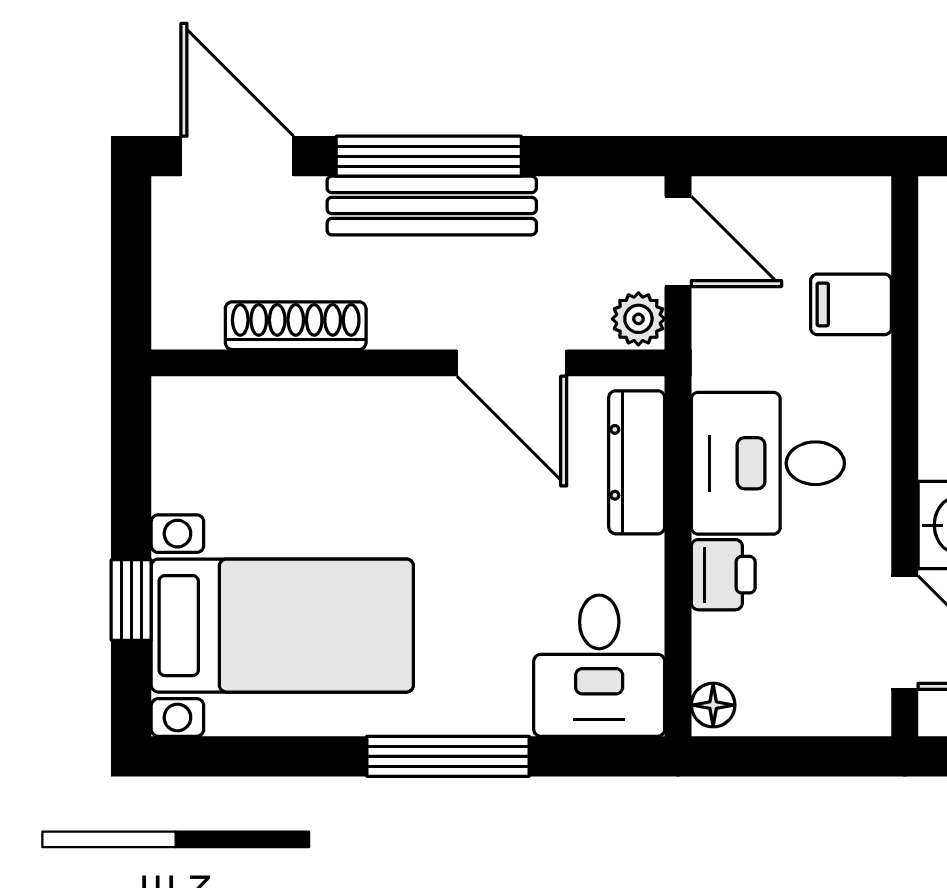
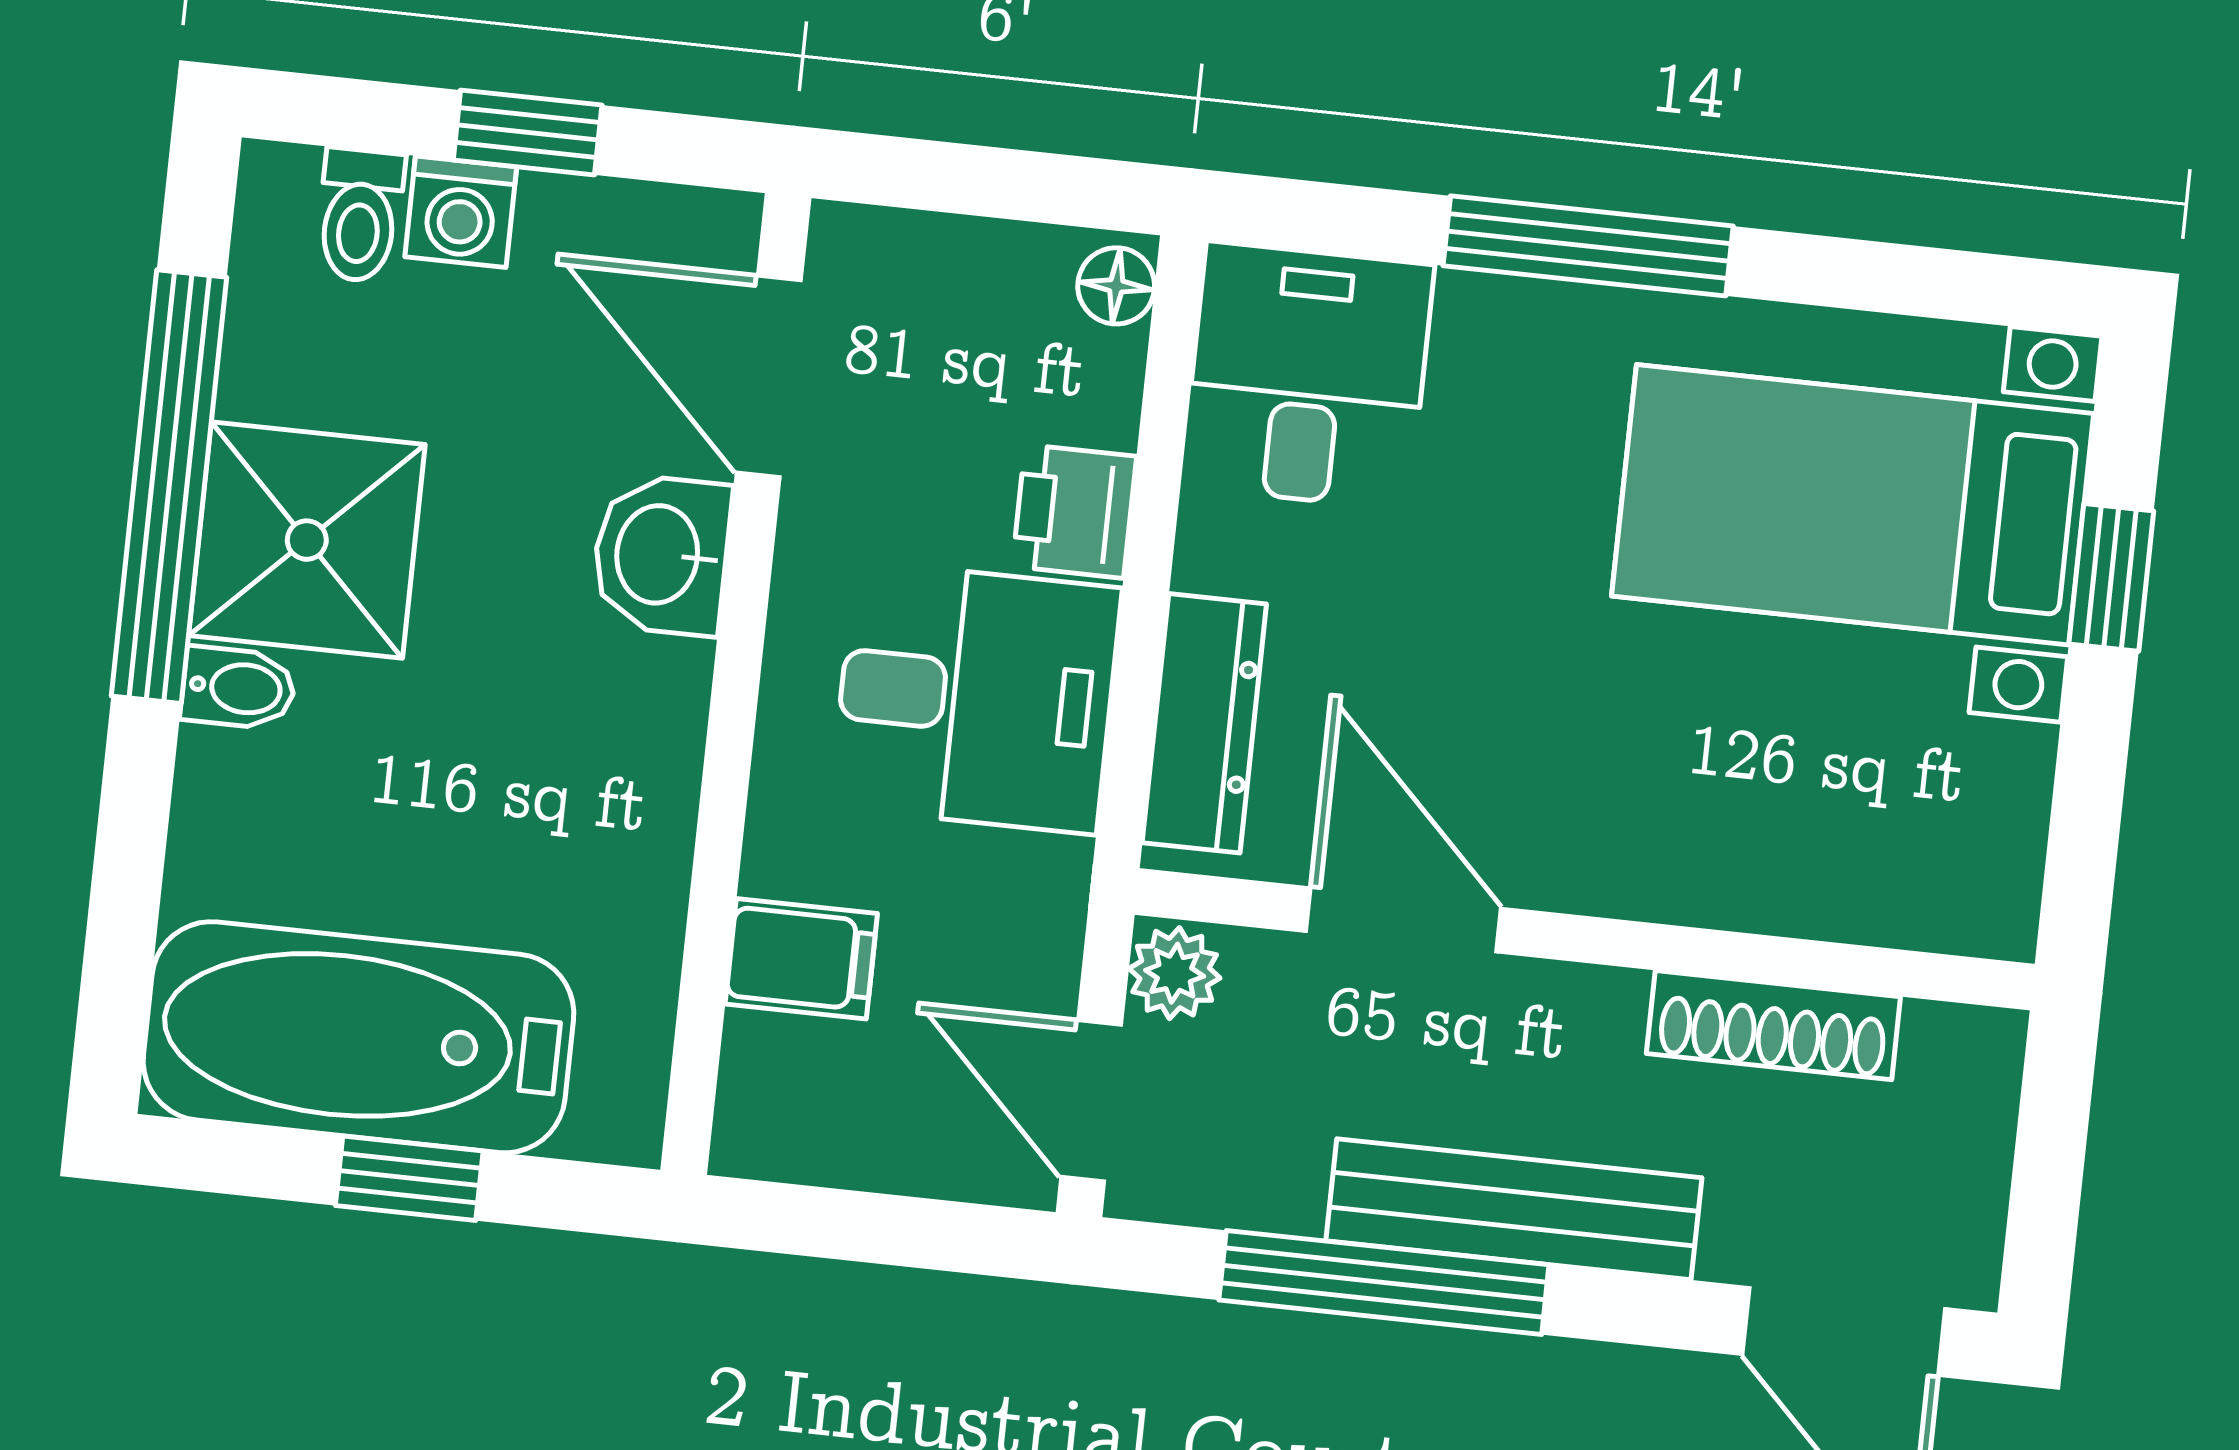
window: (429, 156) -> (1384, 1282), moved

